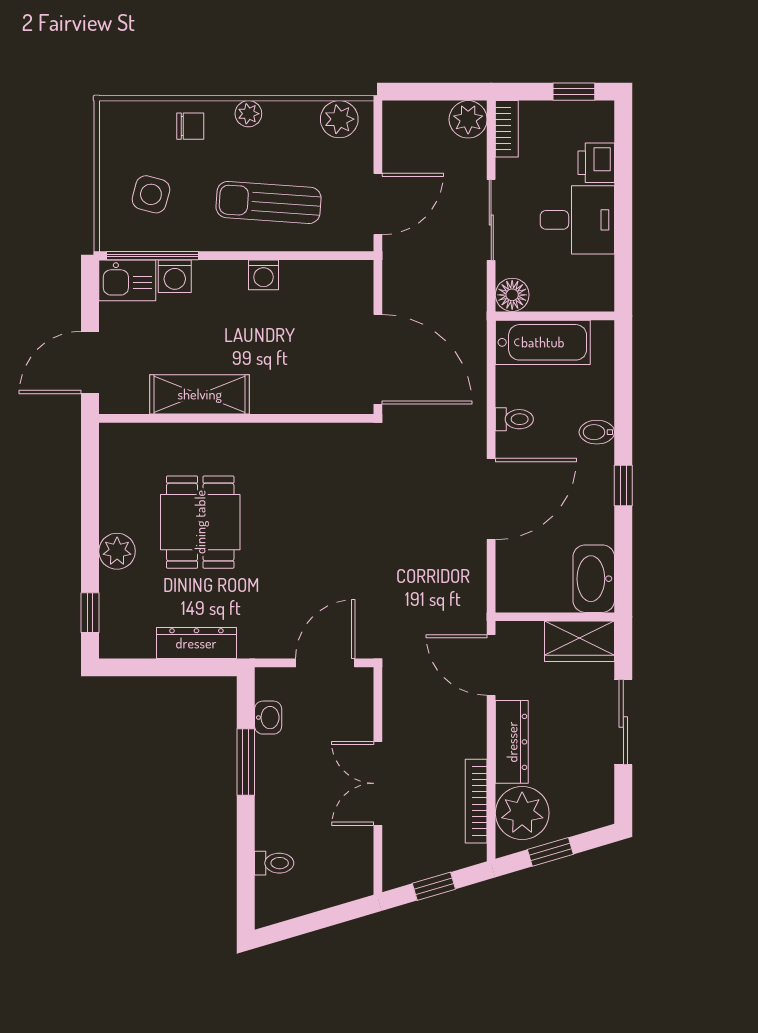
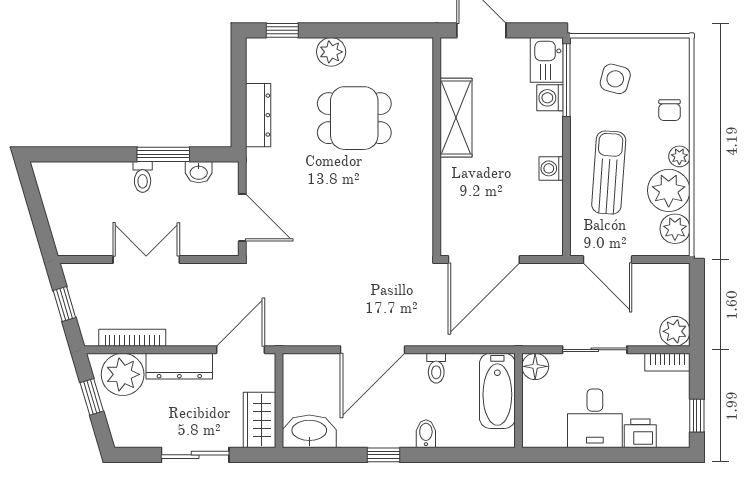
plant: (291, 127) -> (669, 190), added
door: (491, 499) -> (373, 350), hinge flipped
toilet: (274, 863) -> (143, 177), moved

